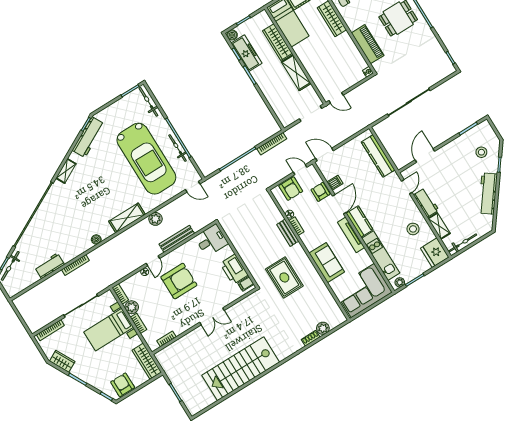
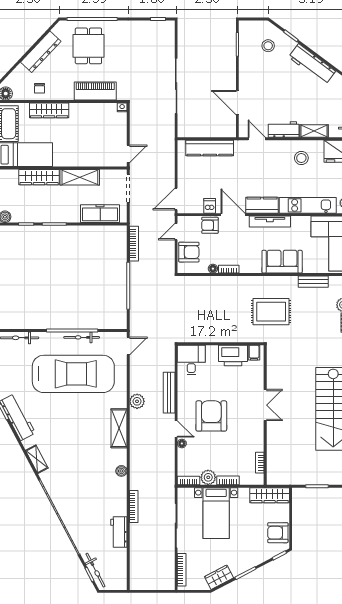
freezer: (247, 53) -> (100, 214), moved
bench: (288, 233) -> (313, 282), moved

